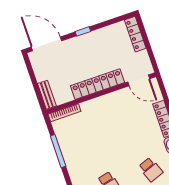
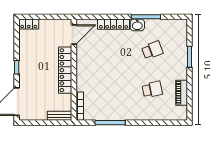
locker: (135, 34) -> (29, 24), width x0.66

